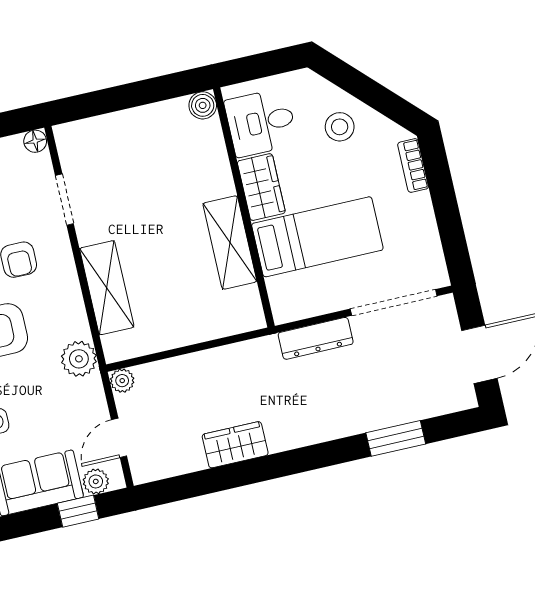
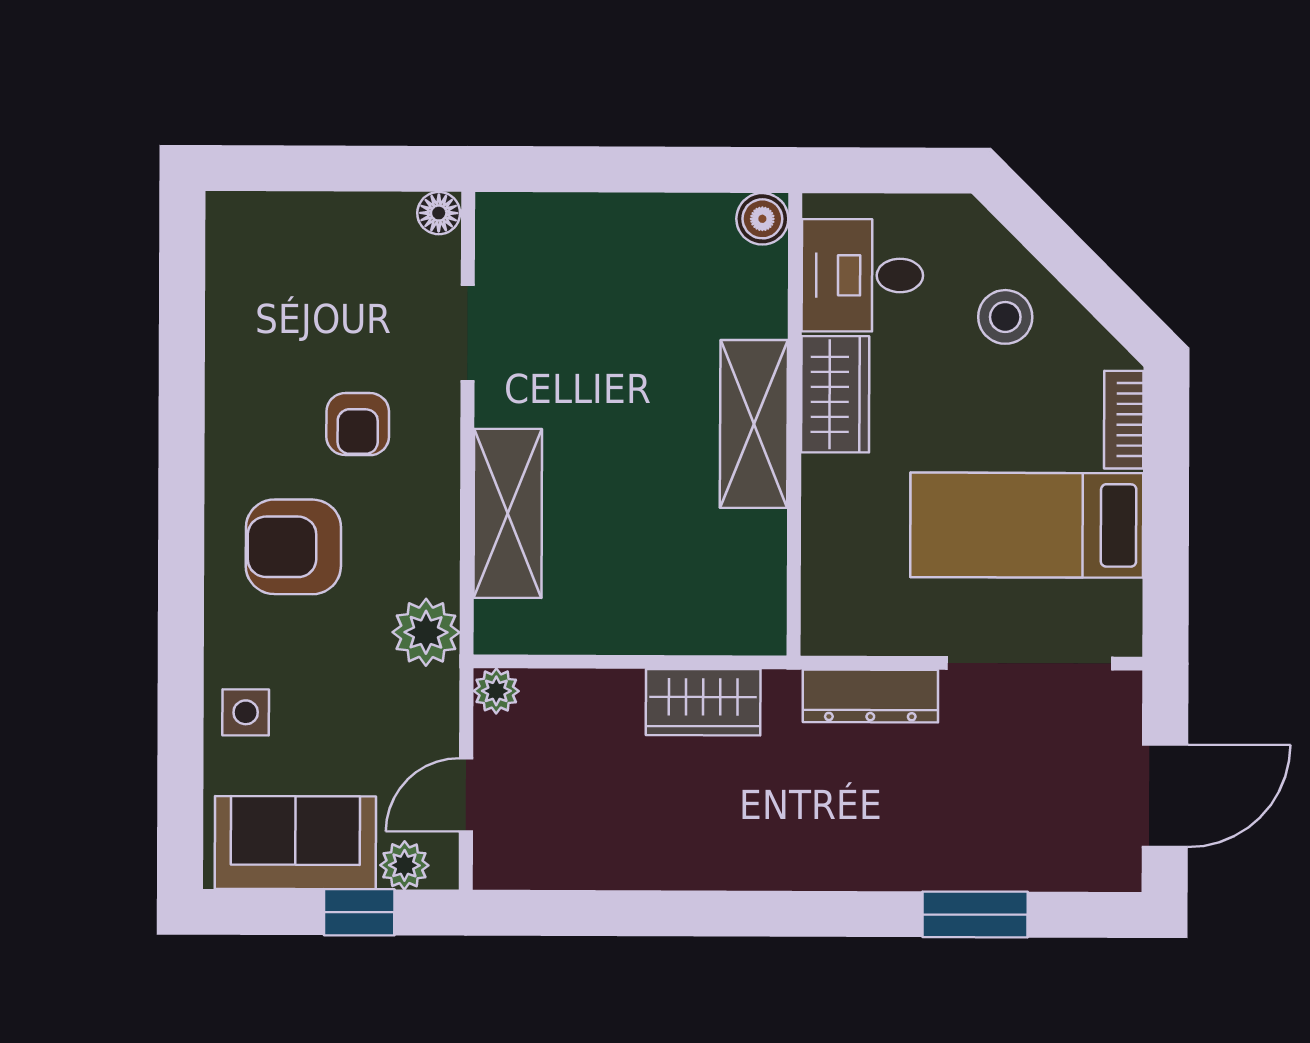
bed: (317, 237) -> (1027, 525), moved, turned 180
shelving: (230, 242) -> (754, 424), moved
wardrobe: (235, 445) -> (703, 702), moved, turned 180

